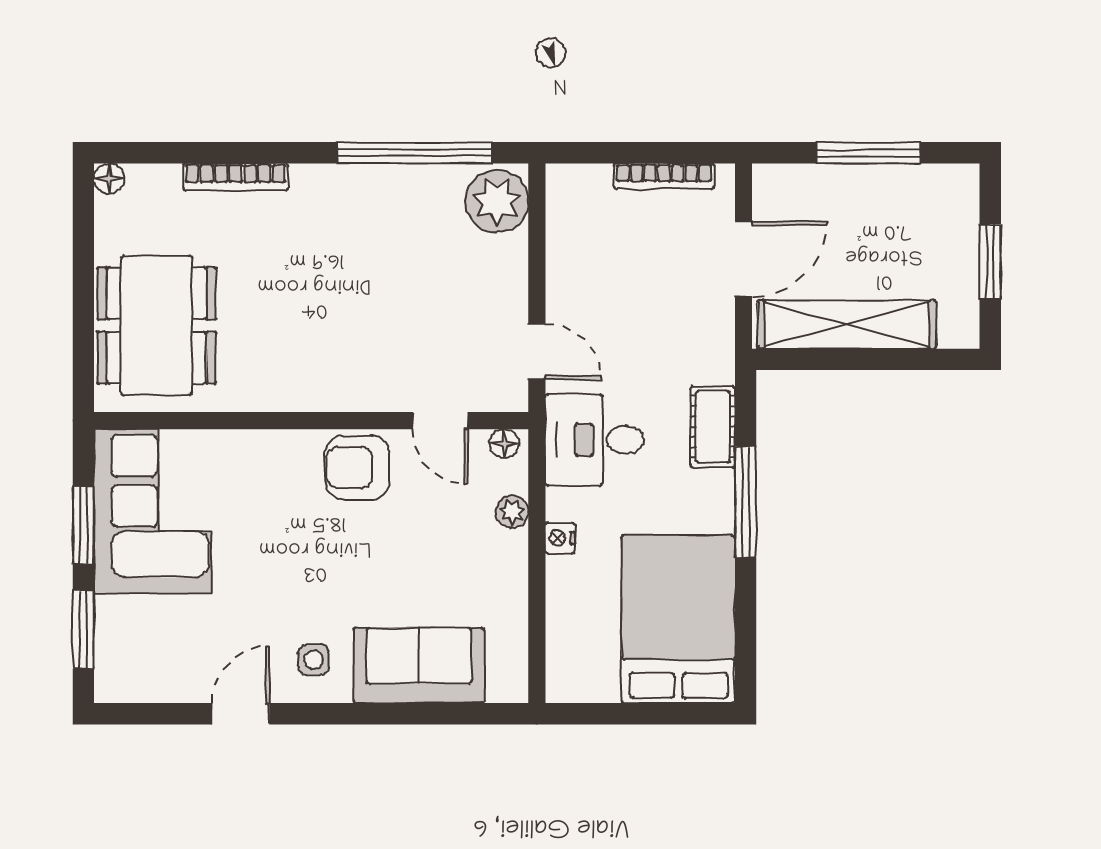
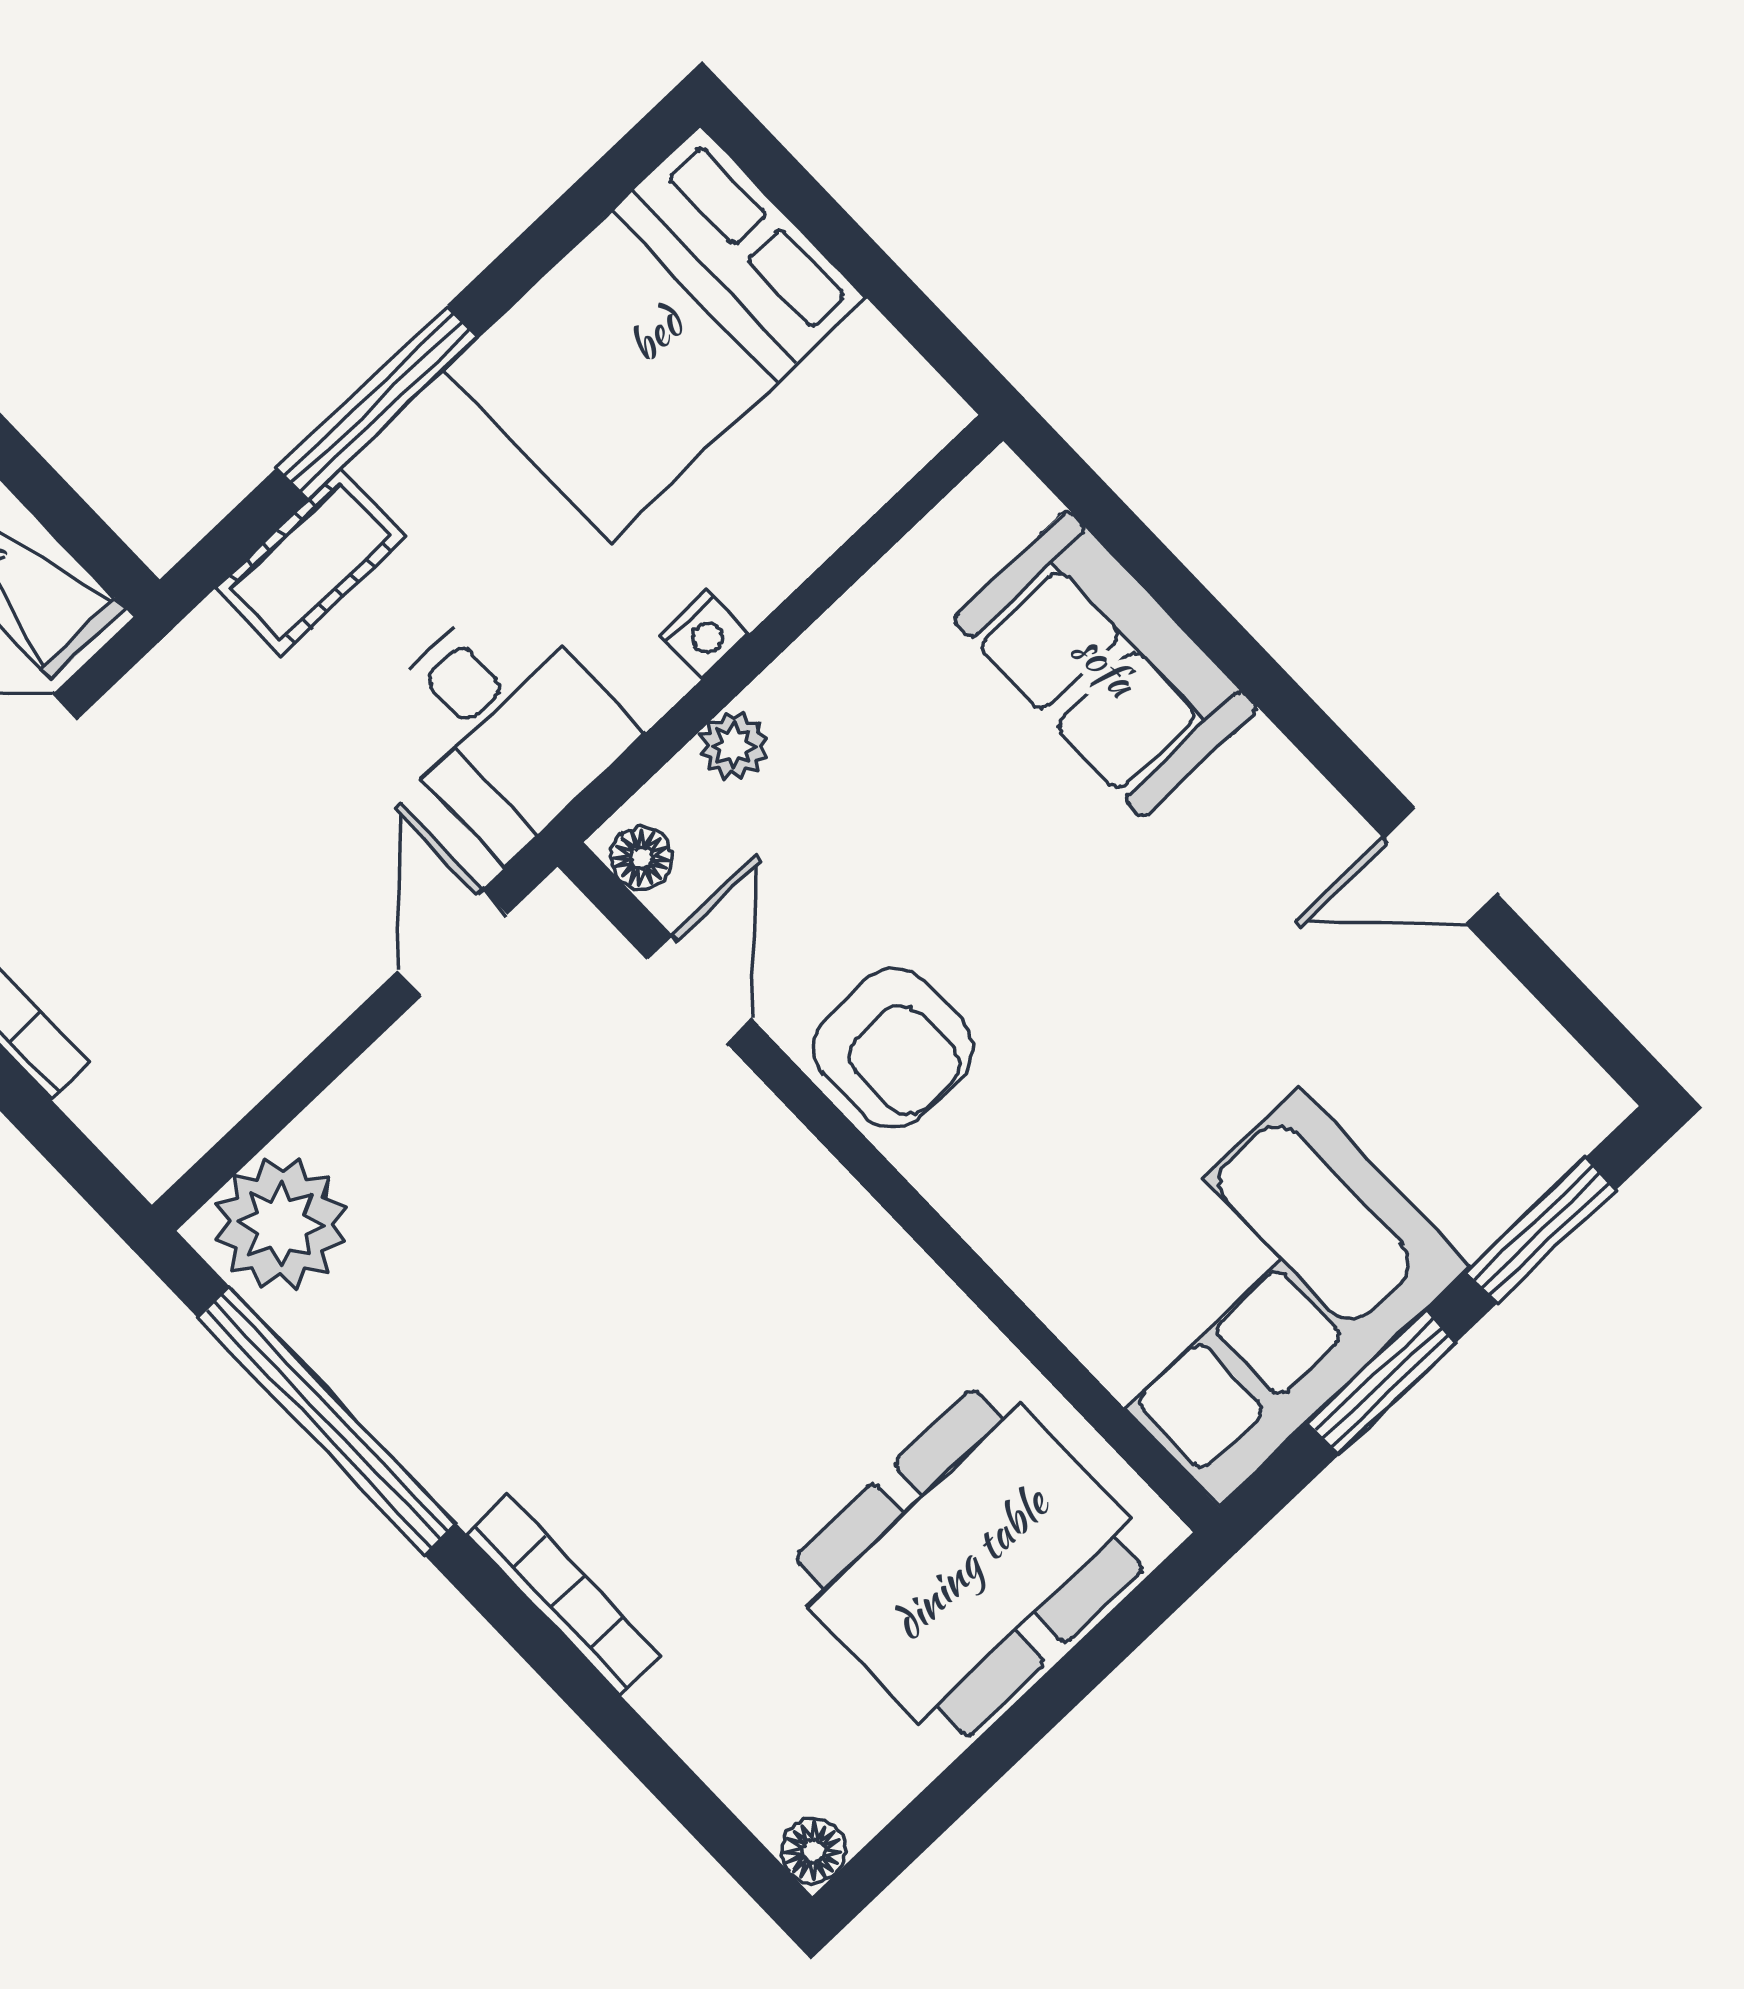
bookcase: (235, 177) -> (564, 1595), moved
side table: (314, 660) -> (1251, 833), removed

